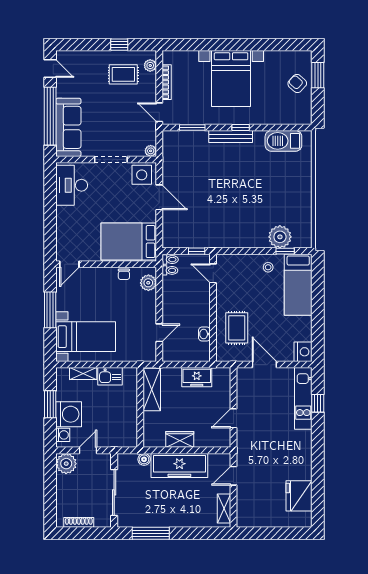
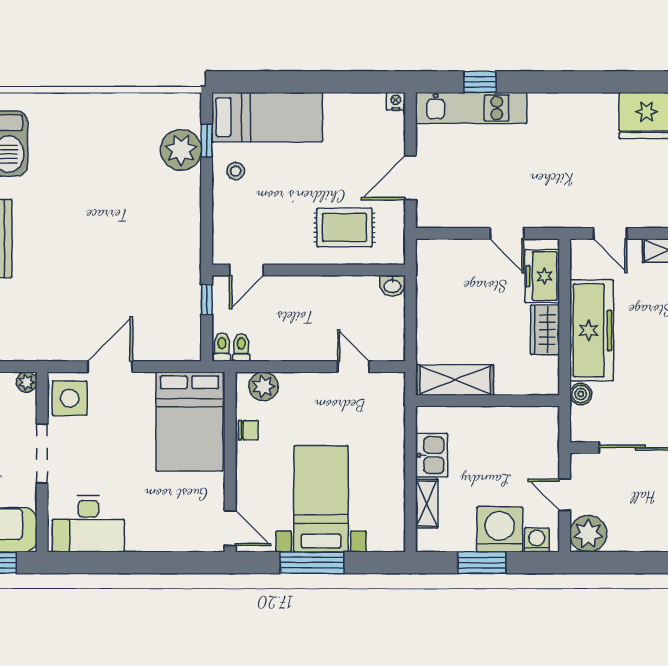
washbasin: (204, 334) -> (392, 286), moved
bed with nightstands: (86, 337) -> (321, 499), moved
nightstand: (303, 352) -> (396, 101), width x0.53, depth x0.56
freezer: (197, 377) -> (542, 276), moved, turned 180

